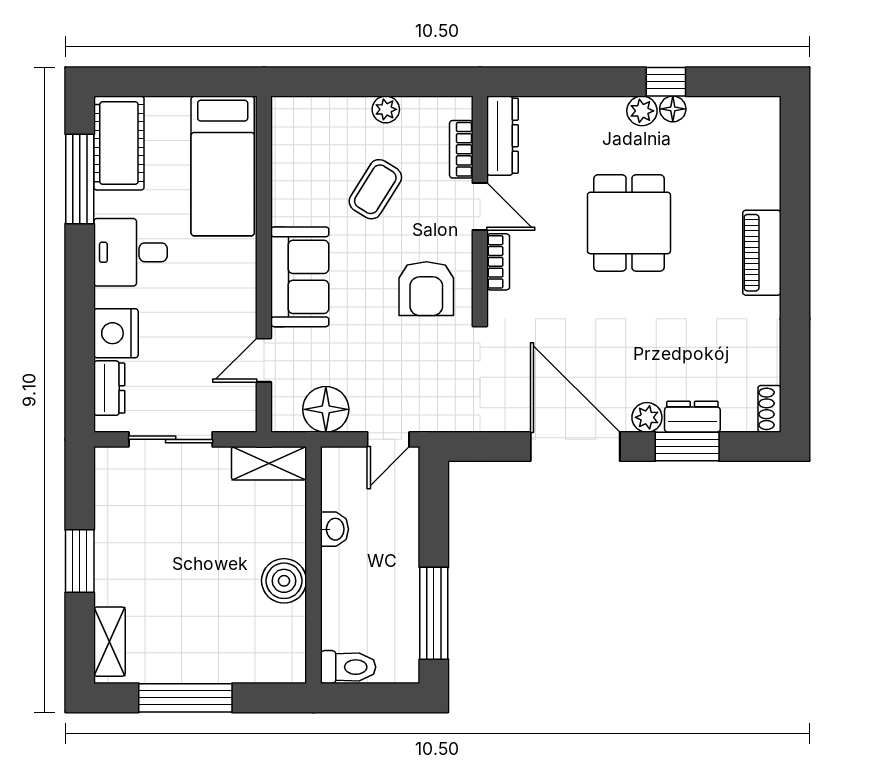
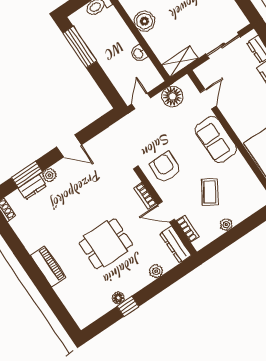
plant: (642, 111) -> (156, 271), moved
dining table: (629, 223) -> (106, 244), turned 90
door: (575, 446) -> (69, 146), width x0.53

